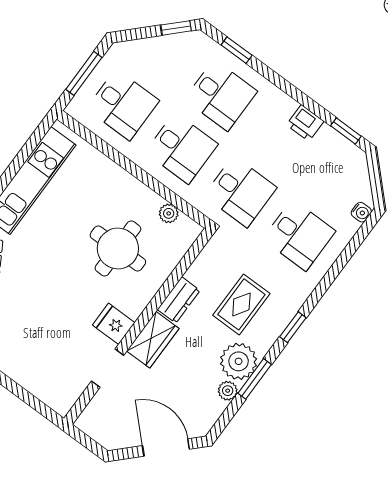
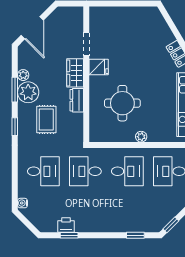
desk: (221, 95) -> (127, 209), removed
printer: (305, 123) -> (66, 225), moved
window: (346, 131) -> (69, 235), moved
desk: (182, 148) -> (127, 171), turned 180
plant: (169, 213) -> (141, 137), moved
desk: (299, 235) -> (43, 171), turned 180
door: (166, 447) -> (32, 28), hinge flipped

